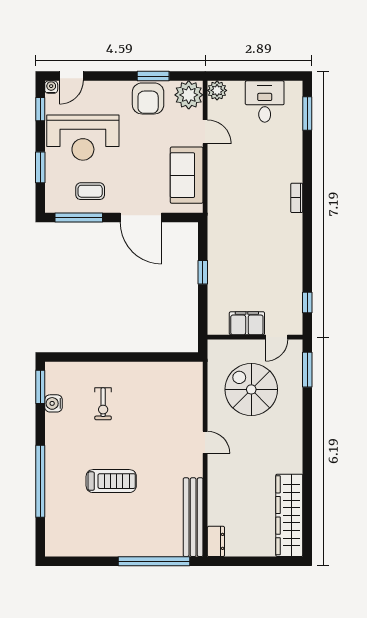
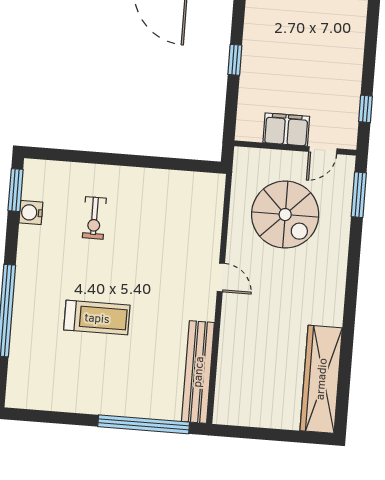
spiral stairs: (251, 389) -> (285, 215), turned 180
dresser: (216, 541) -> (225, 405), removed

